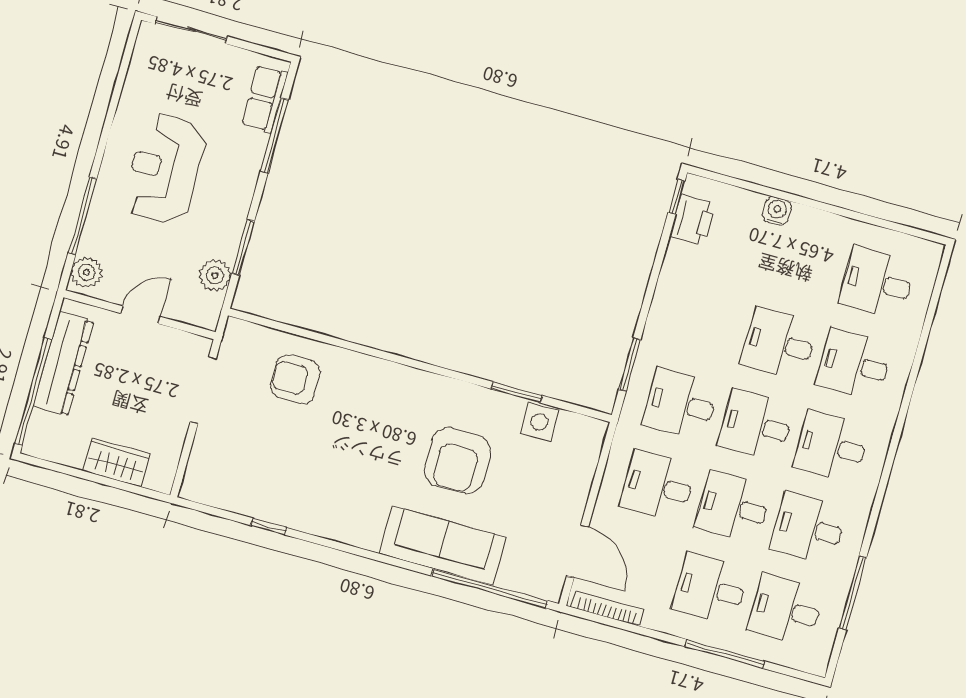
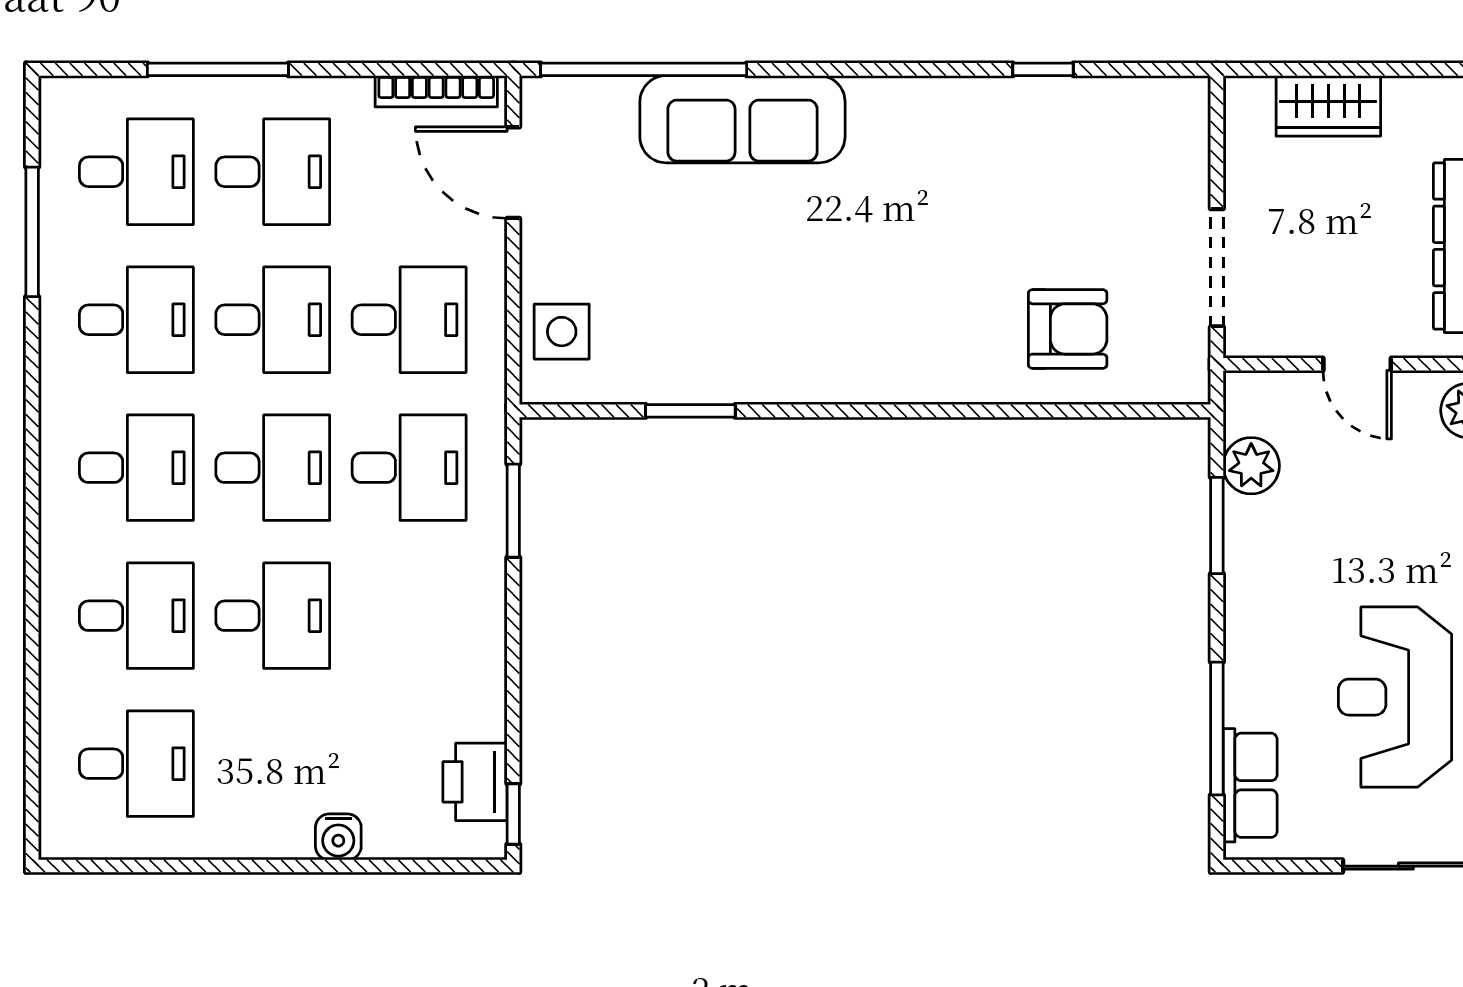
reception desk: (165, 169) -> (1395, 697), moved, turned 180
door: (141, 315) -> (1357, 364), hinge flipped
side table: (540, 422) -> (562, 332), moved
armchair: (457, 461) -> (757, 269), removed

